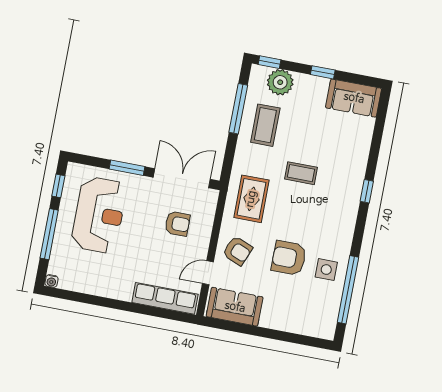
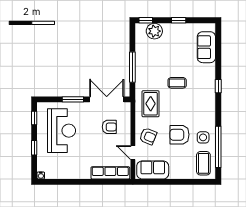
sofa: (354, 98) -> (206, 47), moved, turned 90
window: (238, 109) -> (132, 67), moved
coffee table: (265, 125) -> (203, 163), moved
window: (49, 234) -> (34, 148), width x0.46
door: (208, 273) -> (133, 153), hinge flipped

